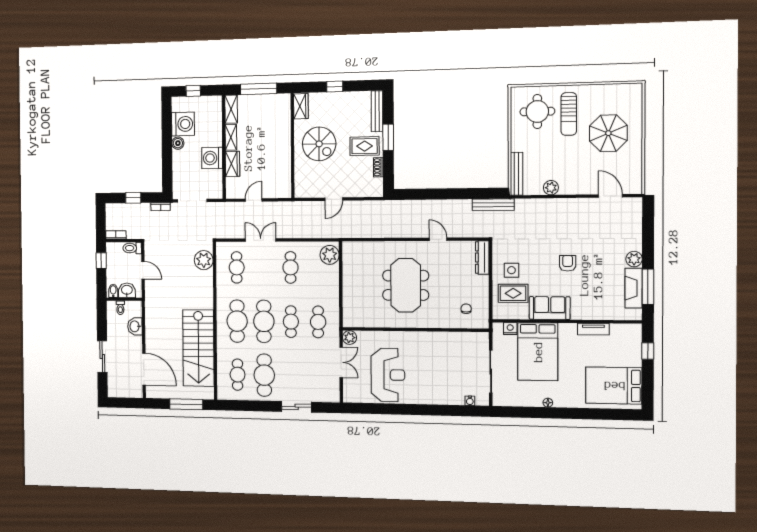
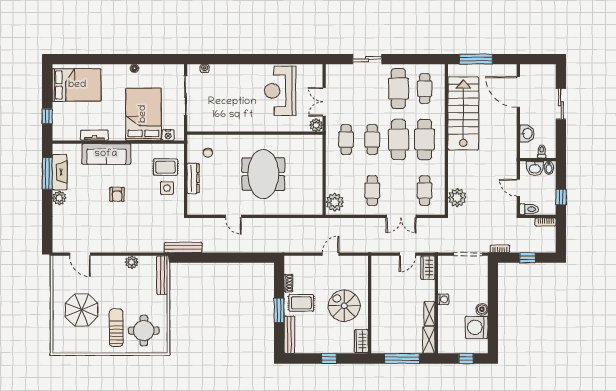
washing machine: (212, 158) -> (443, 299), width x0.53, depth x0.53
wardrobe: (233, 164) -> (428, 268), moved
dresser: (482, 257) -> (193, 178), moved
sofa: (550, 308) -> (106, 154), moved, width x1.36

